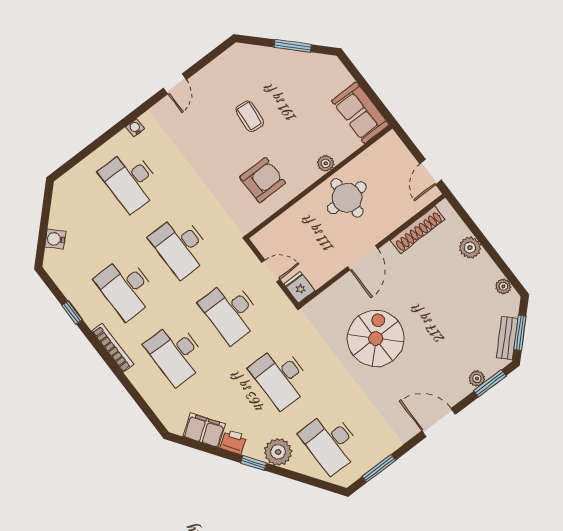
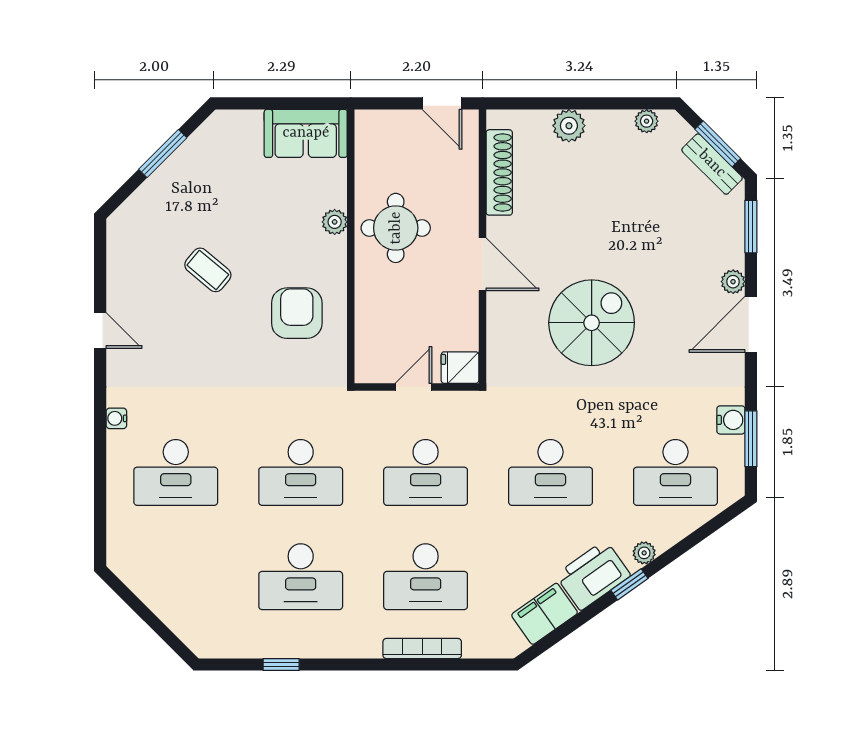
coffee table: (250, 116) -> (208, 270), turned 35
water cooler: (55, 239) -> (731, 420), moved, turned -135
spiral stairs: (376, 338) -> (592, 323), turned 90
bookcase: (113, 348) -> (422, 648), moved
plant: (477, 379) -> (733, 282), moved
printer: (233, 442) -> (593, 575), width x1.87, depth x1.48
plant: (278, 452) -> (644, 553), width x0.53, depth x0.53

